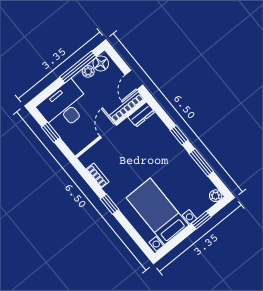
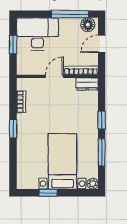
plant: (88, 71) -> (74, 23), removed
door: (134, 80) -> (102, 44), moved
bed with nightstands: (157, 211) -> (63, 161), moved
window: (201, 220) -> (48, 193), moved

